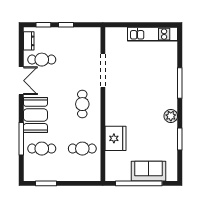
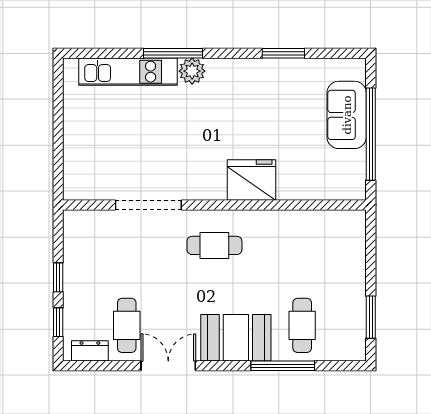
kitchen unit: (153, 34) -> (128, 72), moved, turned 90
plant: (171, 116) -> (192, 71), moved
fridge: (116, 138) -> (252, 180), moved
cafe table: (82, 149) -> (302, 245), removed

